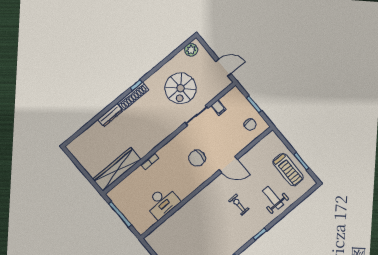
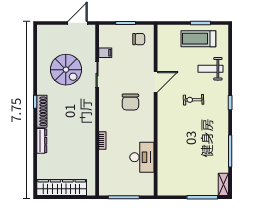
plant: (191, 50) -> (43, 37), removed
wardrobe: (117, 169) -> (62, 188), moved, turned 90
treadmill: (288, 170) -> (198, 39), turned 180

